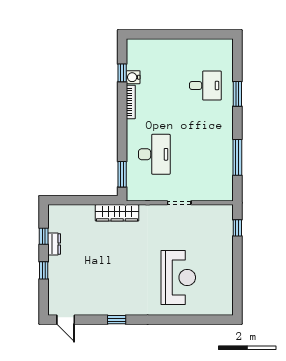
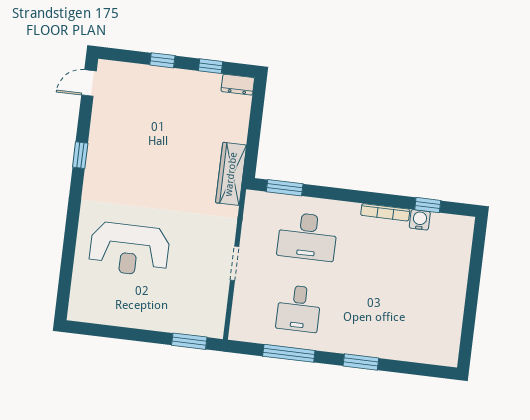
desk: (205, 86) -> (299, 308), moved
window: (237, 94) -> (361, 362), moved
window: (237, 228) -> (189, 341), width x1.50
dresser: (54, 244) -> (238, 85), moved

